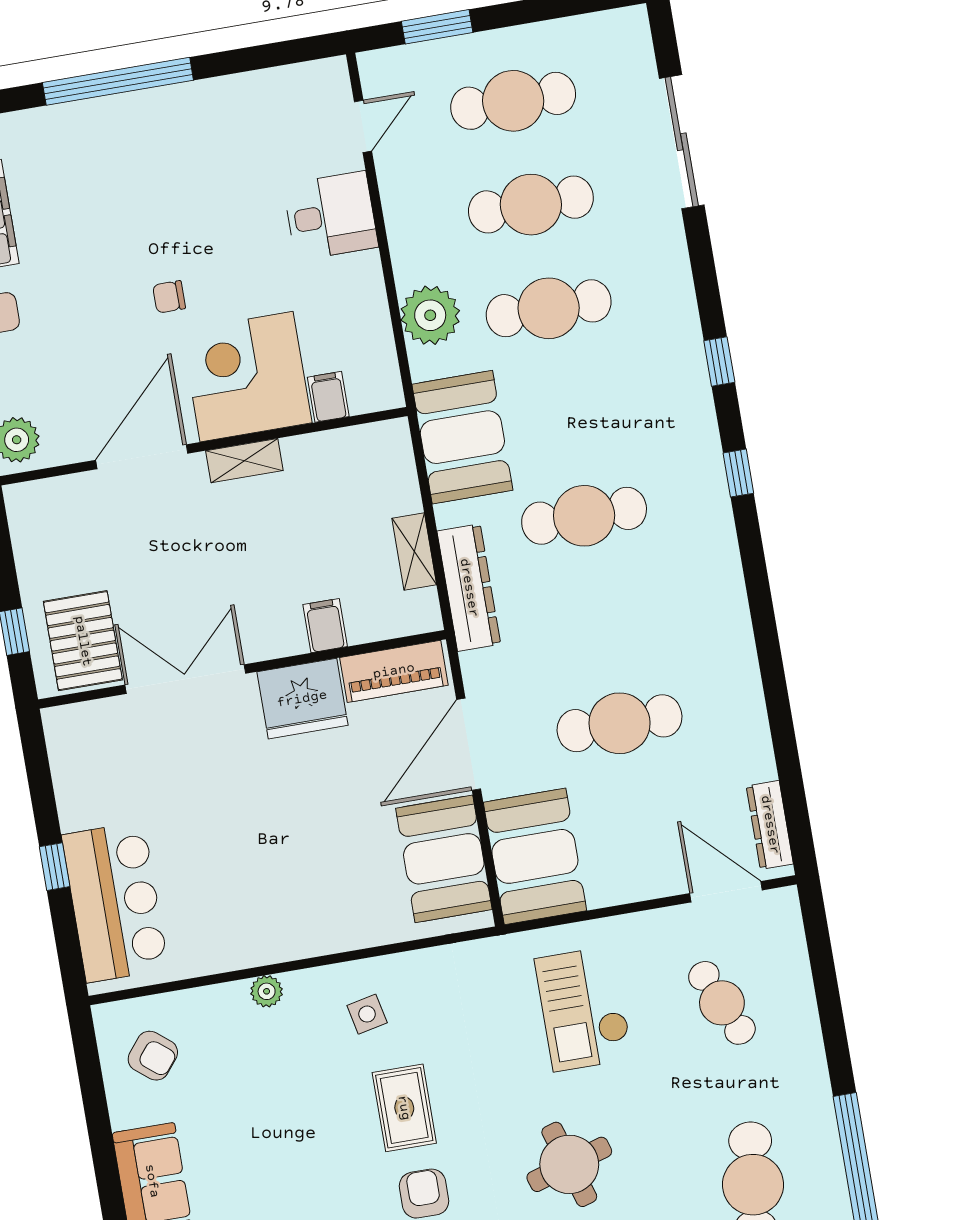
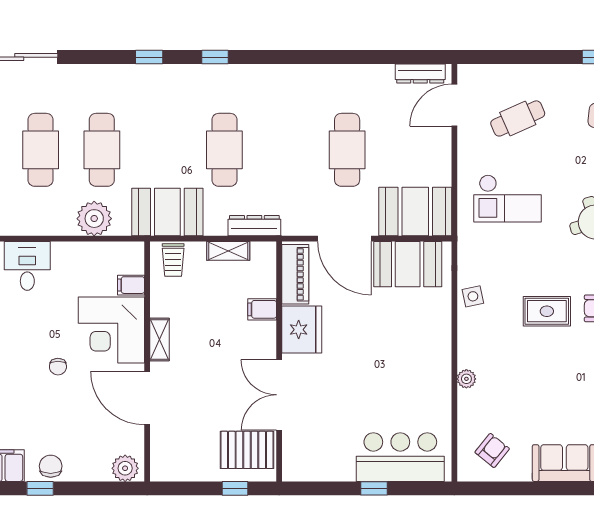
trolley: (383, 461) -> (173, 260), added
dresser: (469, 588) -> (254, 226), width x0.73, depth x0.80
side table: (367, 1014) -> (473, 296), moved

